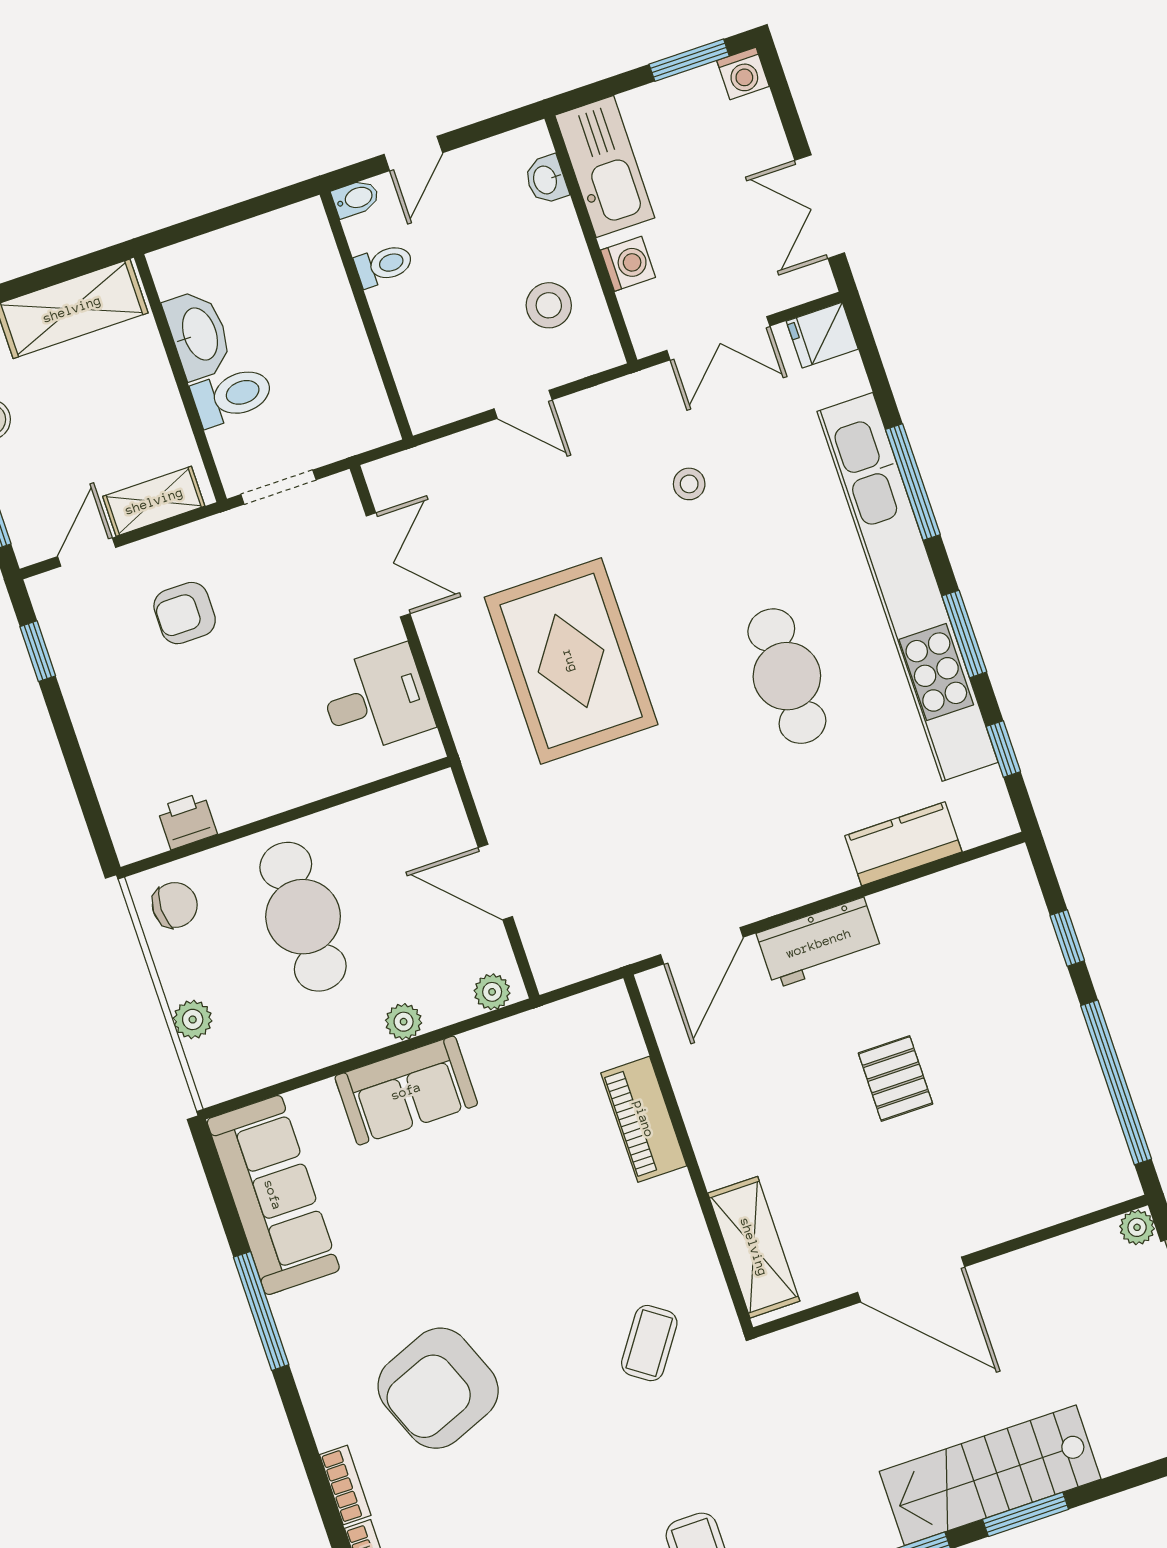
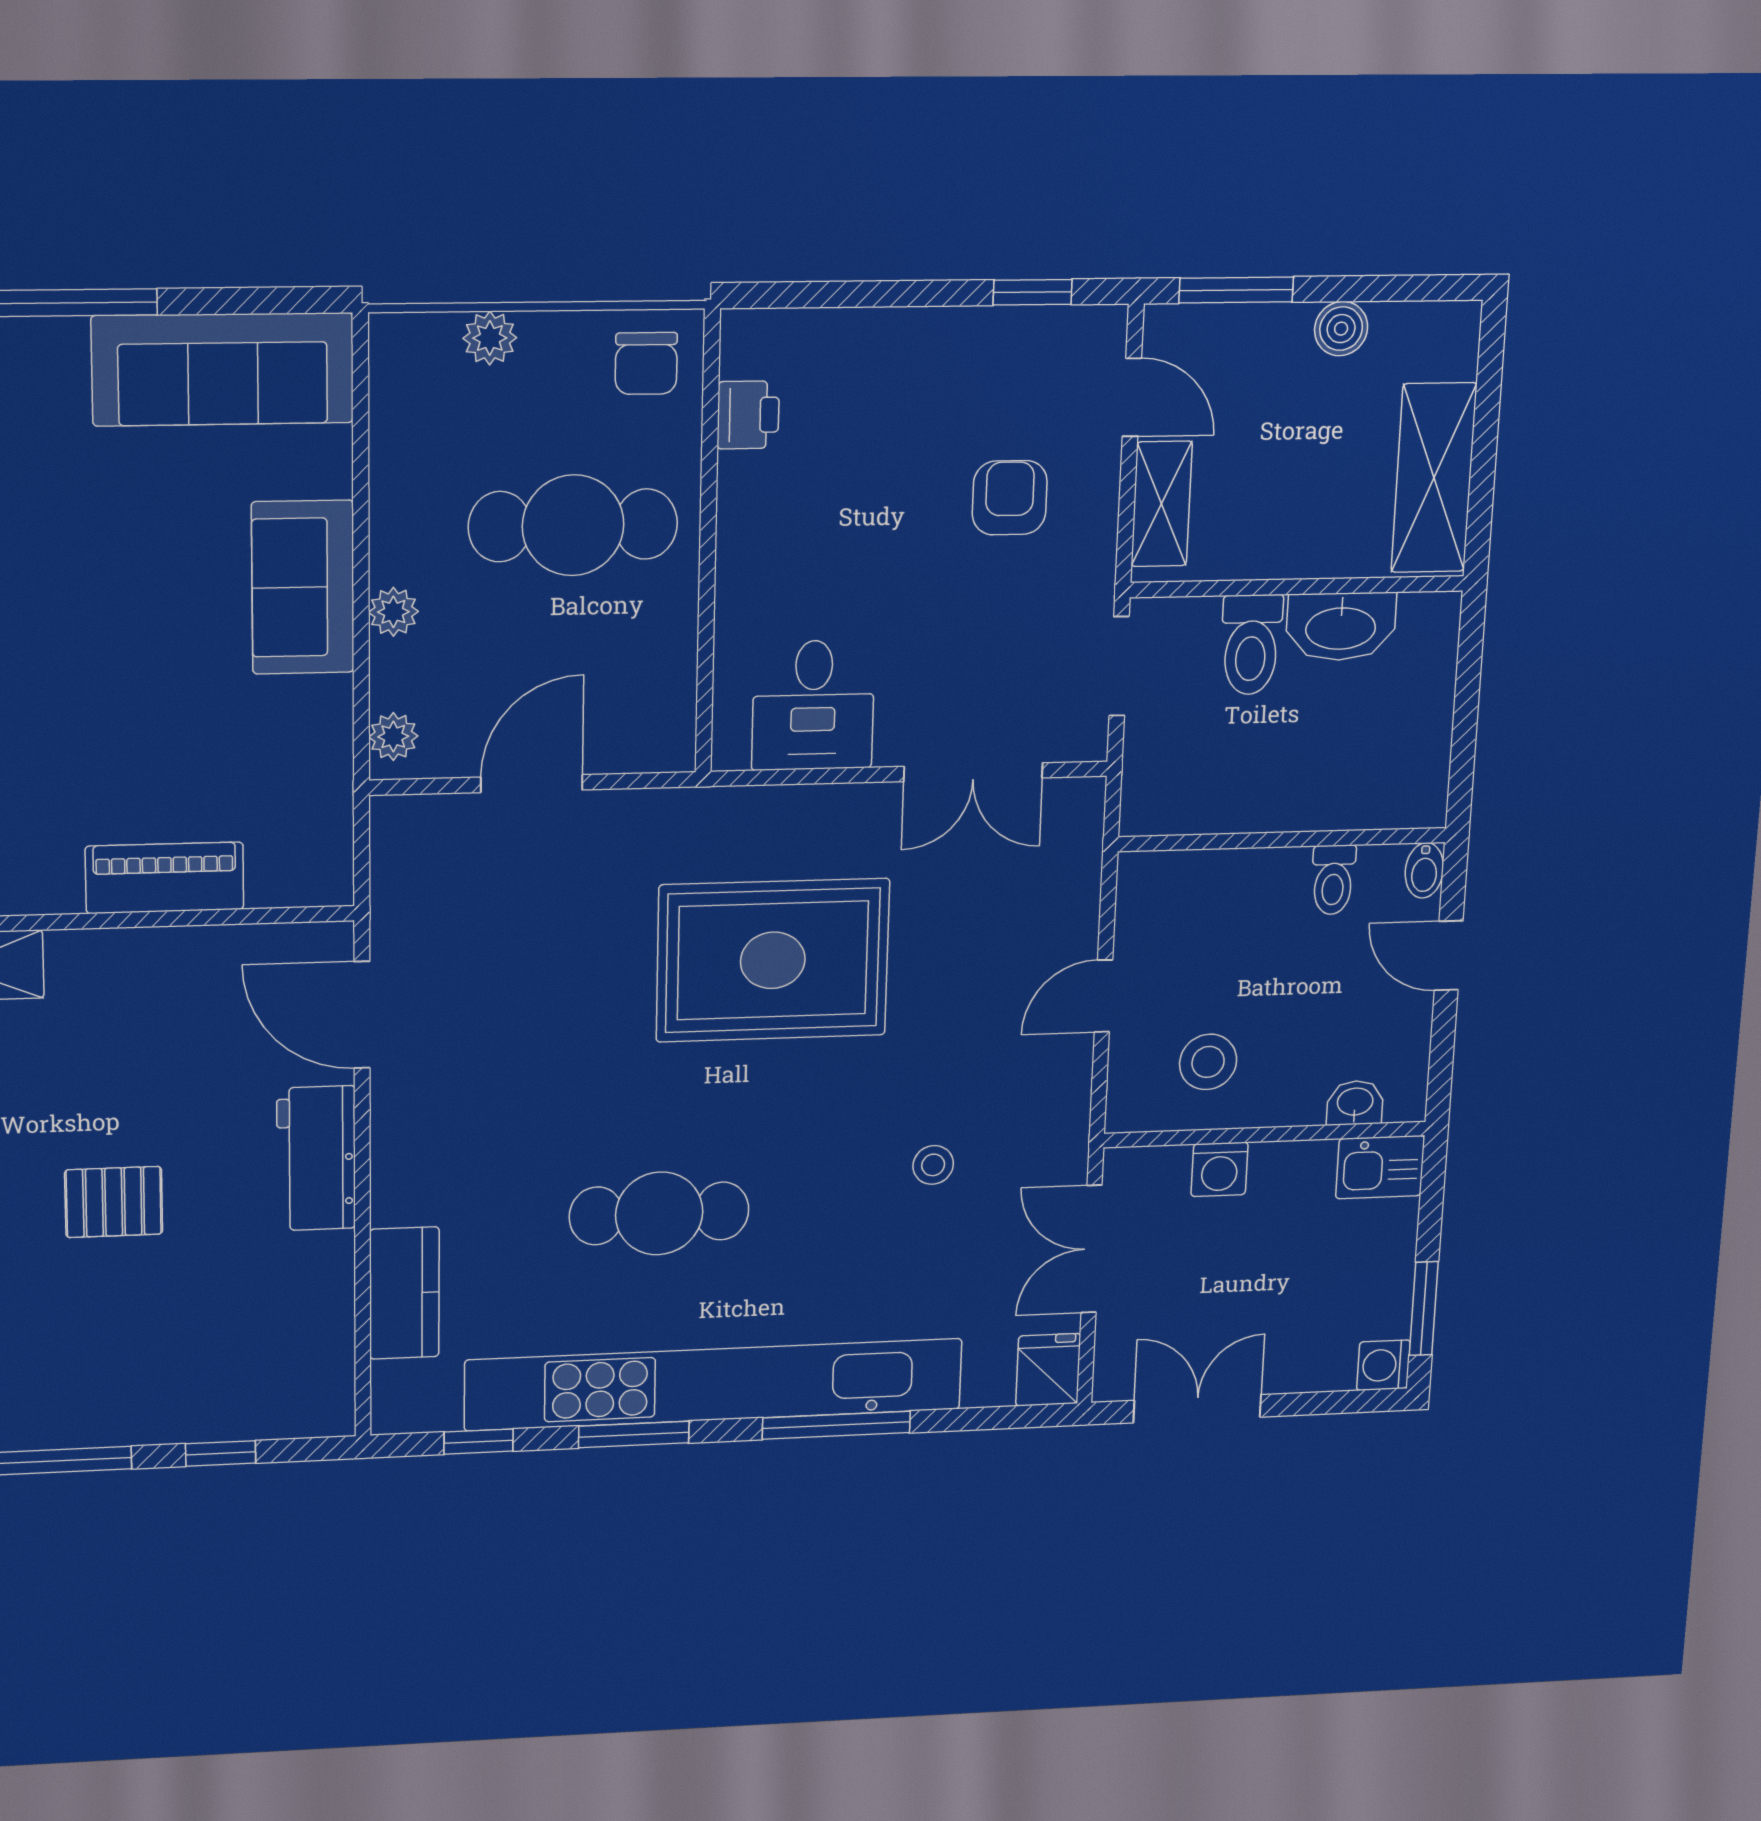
kitchen sink: (605, 167) -> (1380, 1167), width x0.53, depth x0.81

